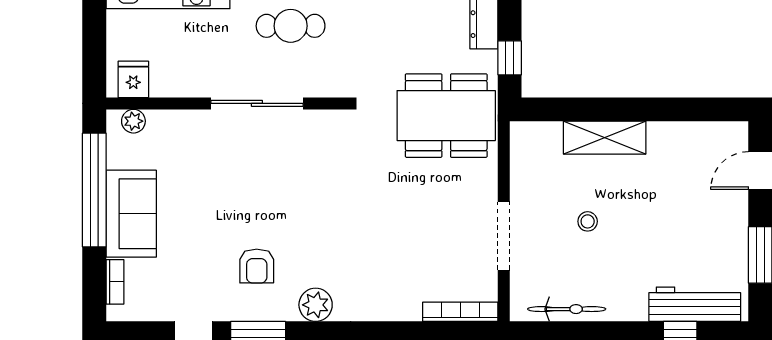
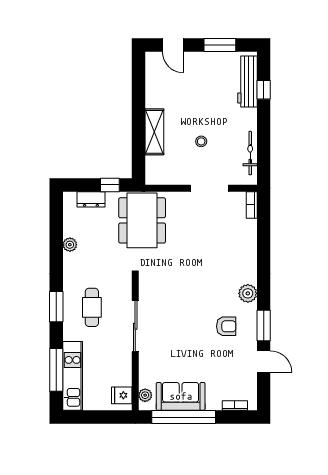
sofa: (131, 214) -> (181, 396), moved
bookcase: (460, 312) -> (252, 205), width x0.64

